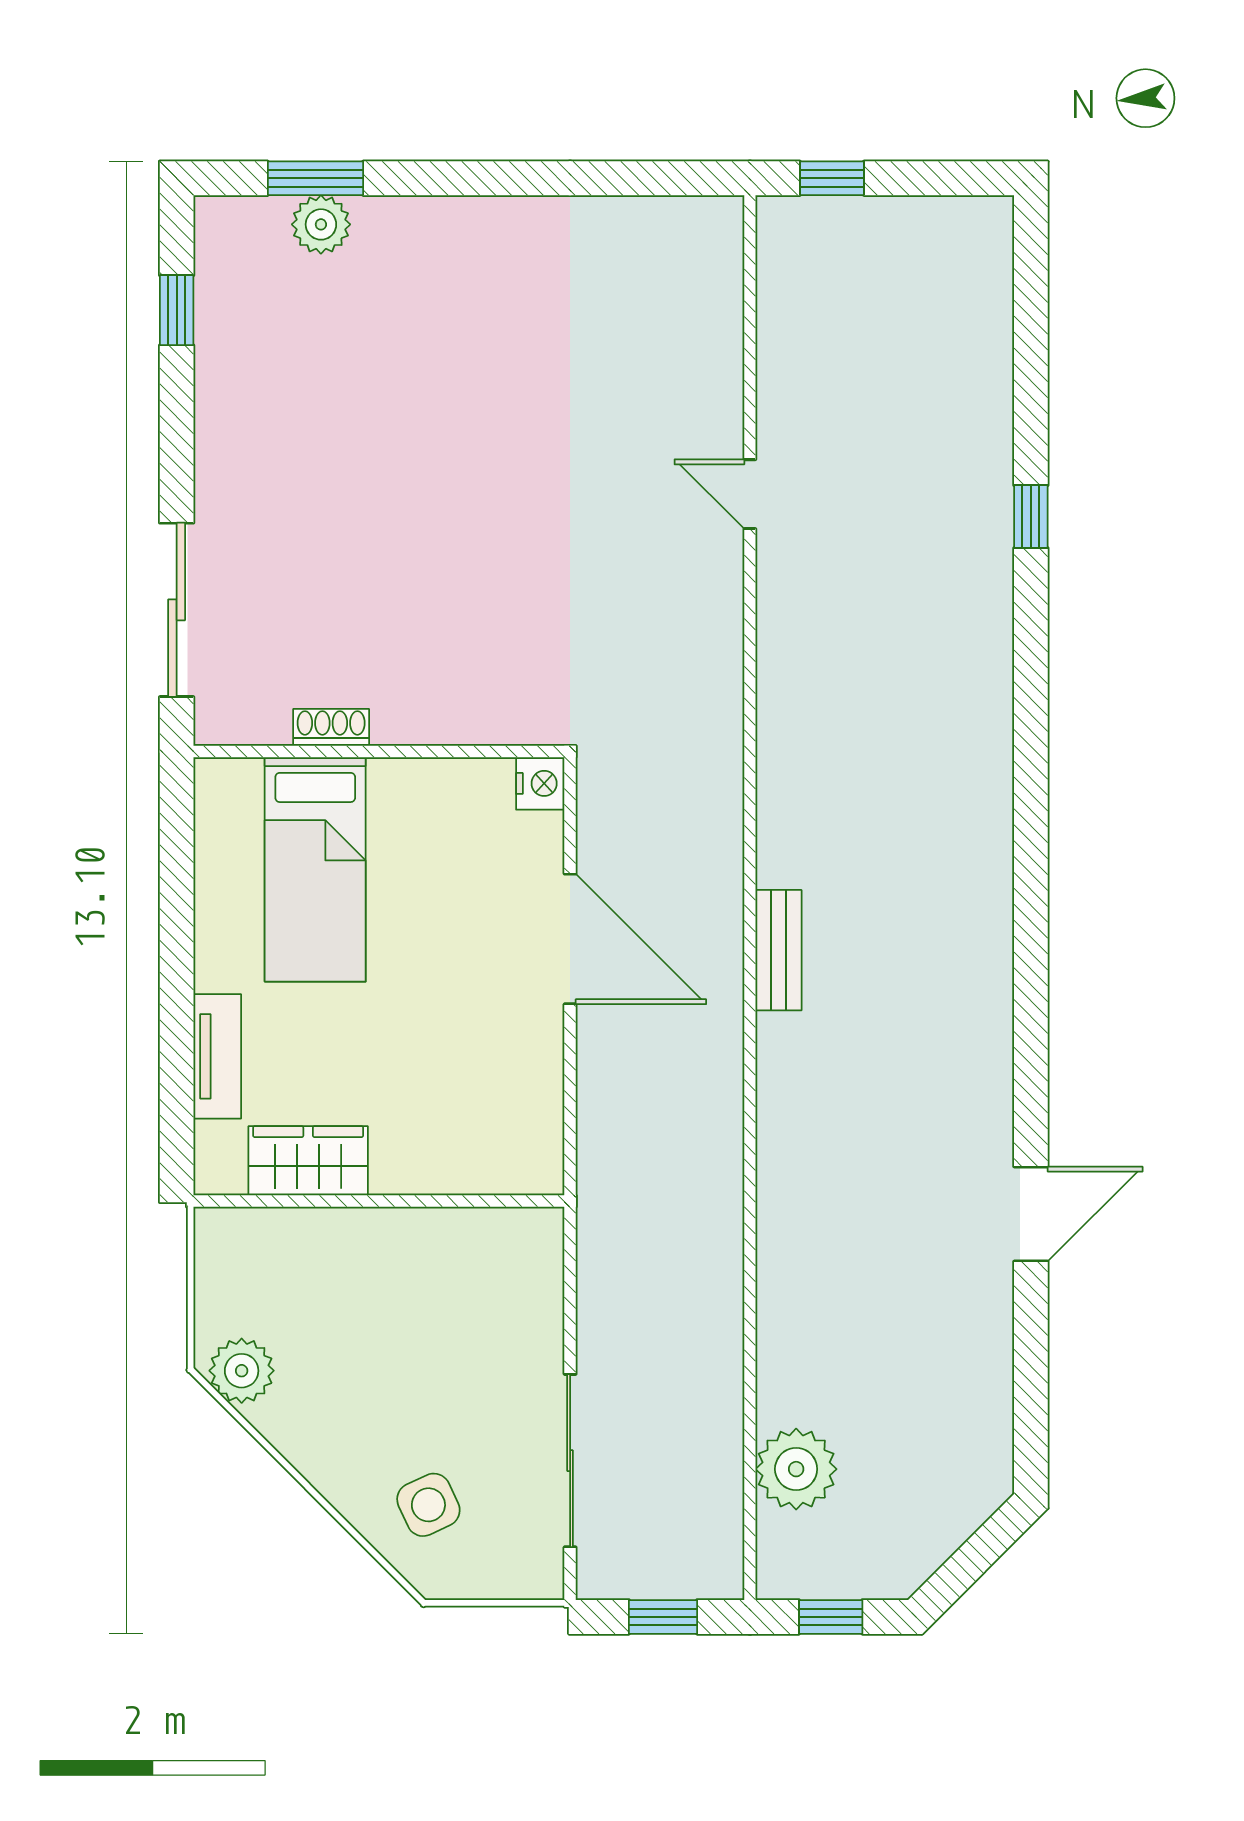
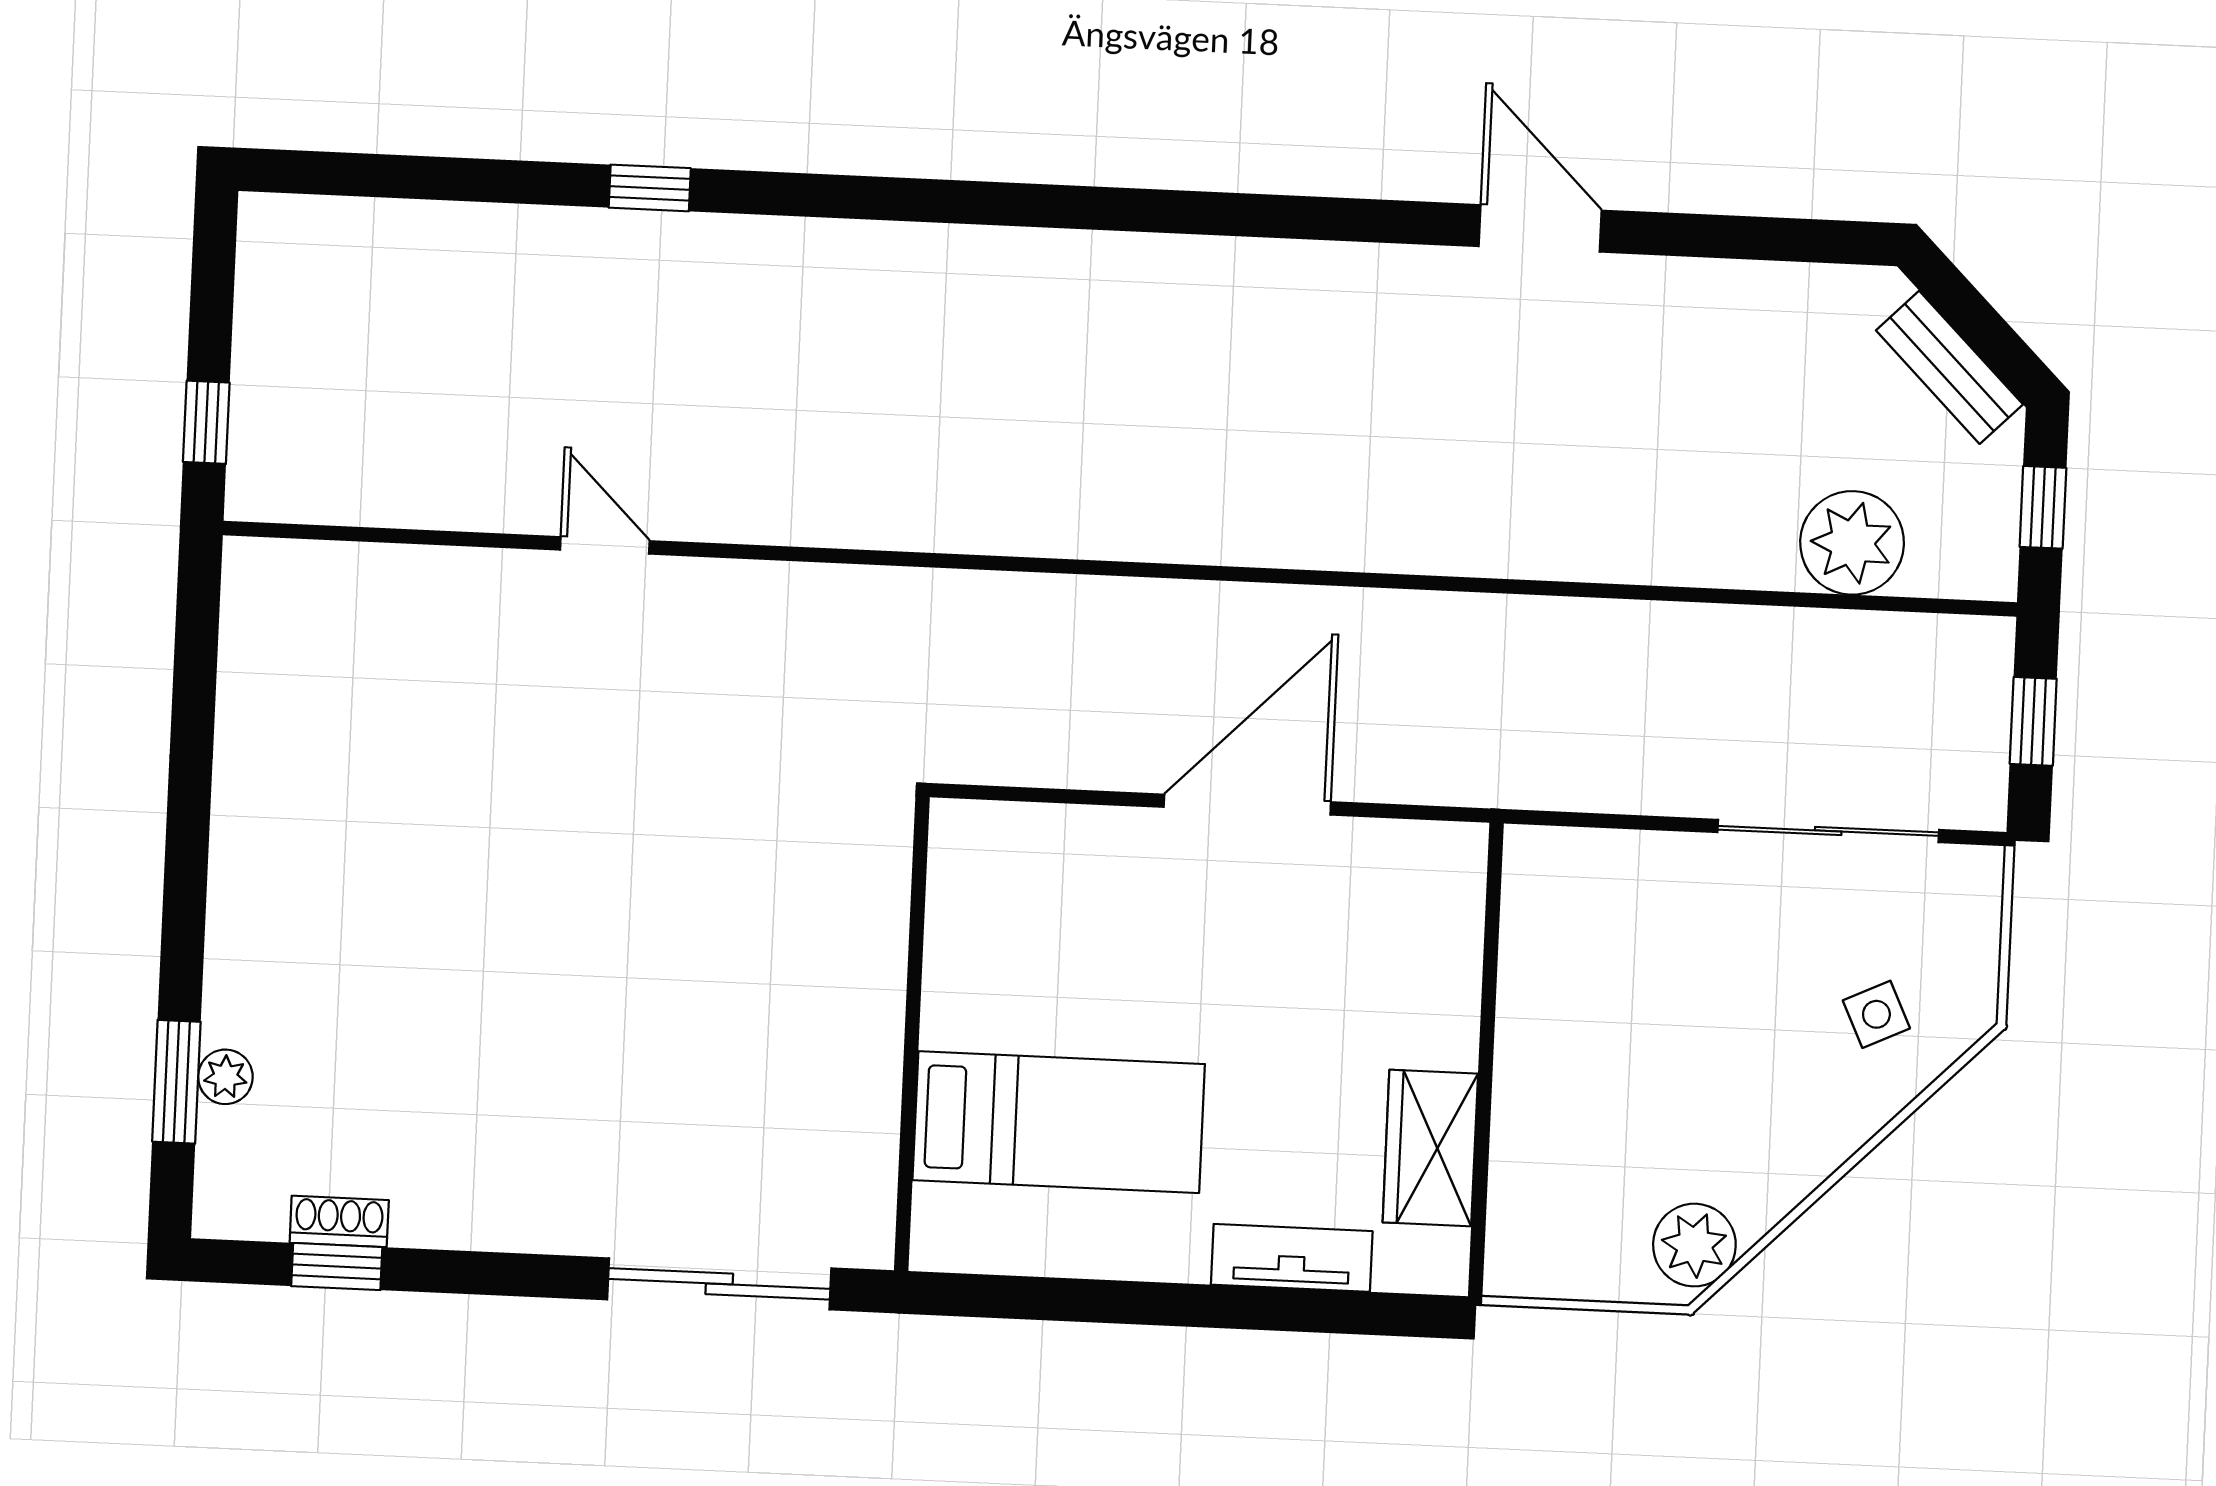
plant: (321, 224) -> (225, 1077), width x0.73, depth x0.73
door: (750, 494) -> (605, 545), swing flipped
shoe rack: (331, 727) -> (339, 1221), moved, turned 90
nightstand: (540, 783) -> (962, 830), removed
door: (570, 939) -> (1247, 805), moved
bench: (779, 950) -> (1949, 367), moved, turned 45
side table: (428, 1505) -> (1876, 1014), width x0.73, depth x0.73

